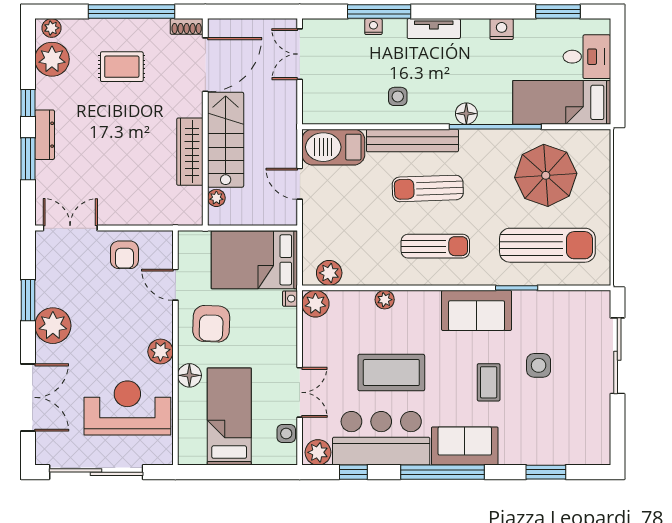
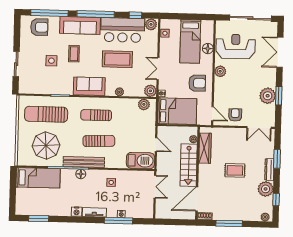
window: (132, 12) -> (229, 223), width x0.68
nightstand: (502, 29) -> (77, 212), moved
double door: (300, 54) -> (155, 187), moved
desk: (587, 57) -> (26, 198), removed
plant: (52, 59) -> (266, 189), moved
rug: (122, 67) -> (235, 170), moved
window: (28, 103) -> (276, 200), moved
bench: (412, 140) -> (84, 162), moved
wardrobe: (190, 152) -> (205, 148), moved
door: (175, 285) -> (212, 114), moved
sofa: (477, 310) -> (89, 86), moved
armchair: (211, 324) -> (197, 83), turned 88
plant: (53, 326) -> (268, 96), moved
sliding door: (617, 356) -> (16, 64), width x0.73
floor lamp: (189, 375) -> (208, 49), moved
double door: (300, 392) -> (158, 69), moved
reception desk: (127, 408) -> (236, 46), turned 180
armchair: (568, 440) -> (39, 27), added
sofa: (465, 446) -> (80, 25), width x1.36
window: (546, 472) -> (49, 13), width x2.11

